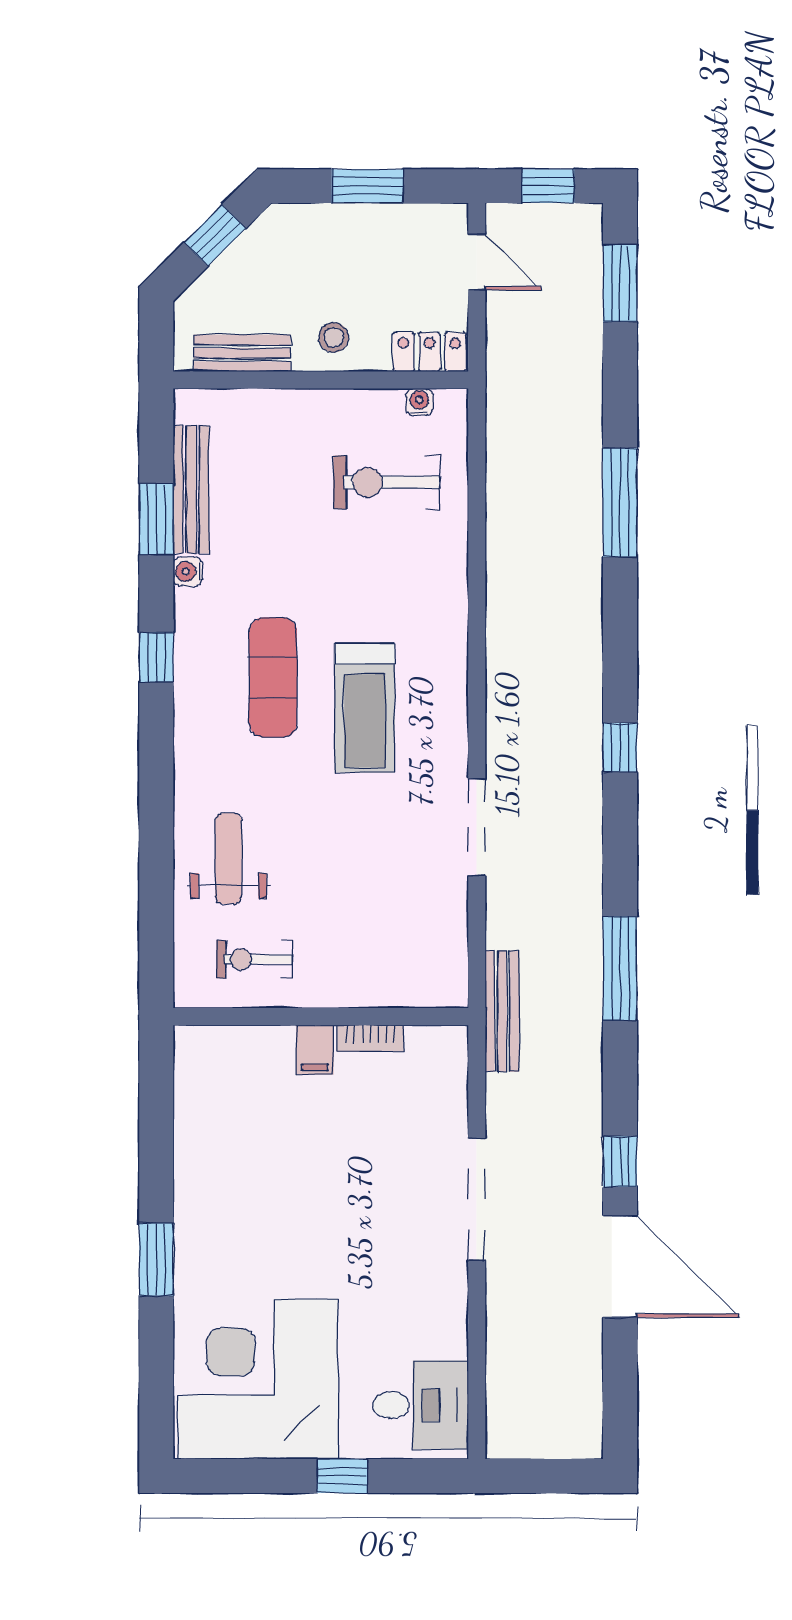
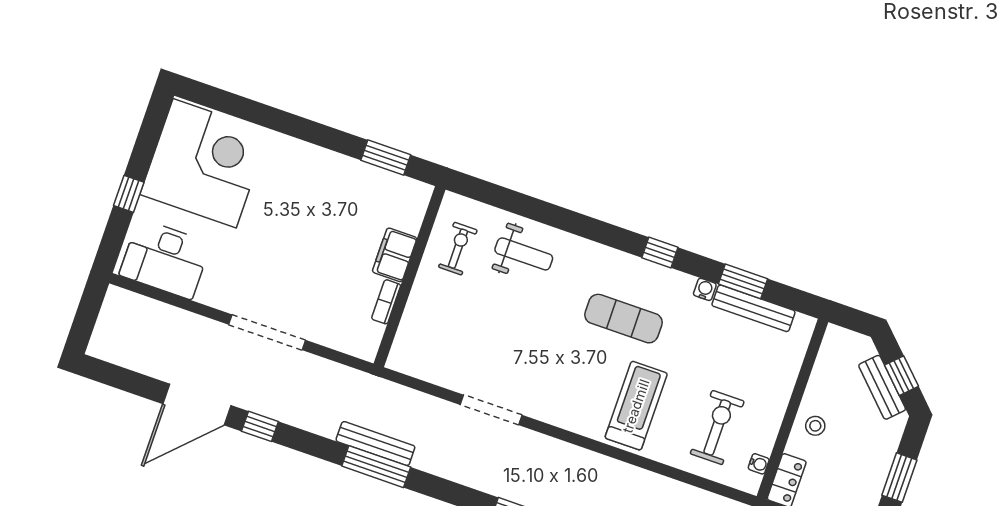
bench: (242, 353) -> (882, 387), moved, turned -45
treadmill: (365, 708) -> (636, 406), moved, turned 90
bench: (502, 1011) -> (375, 444), moved
filing cabinet: (315, 1050) -> (395, 255), width x2.00
window: (156, 1259) -> (386, 158), moved
desk: (420, 1405) -> (165, 259), width x1.37

